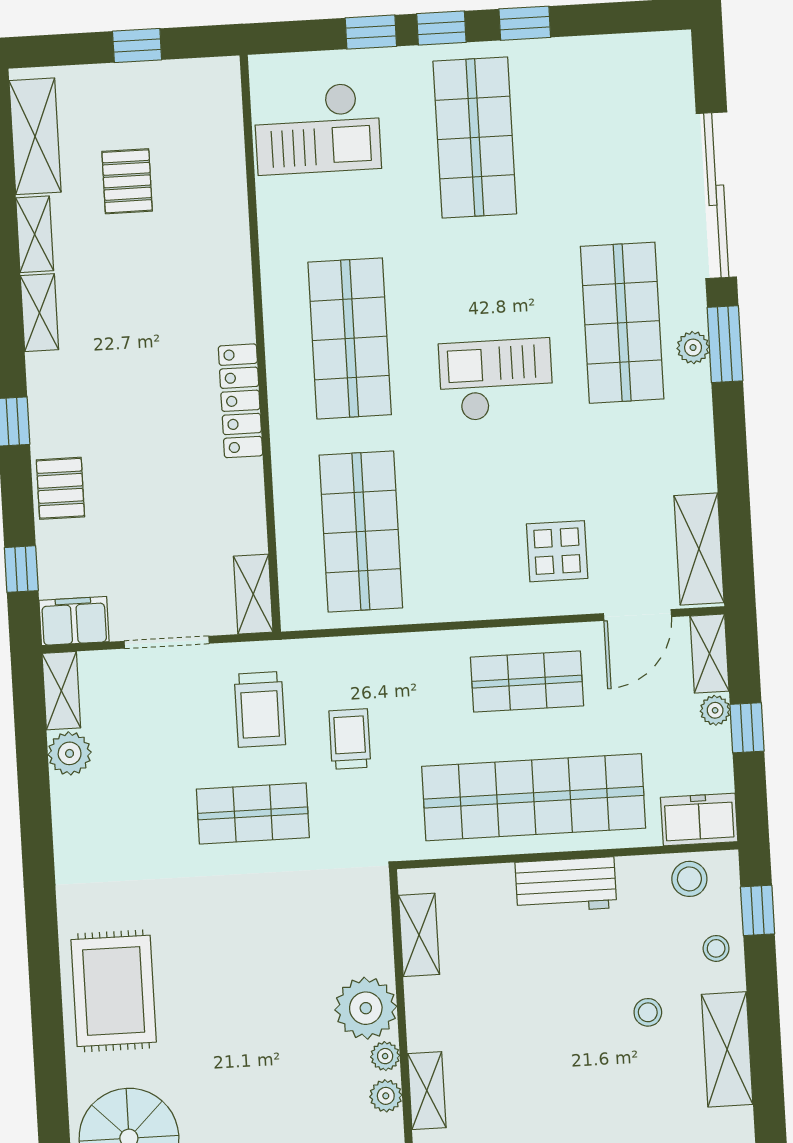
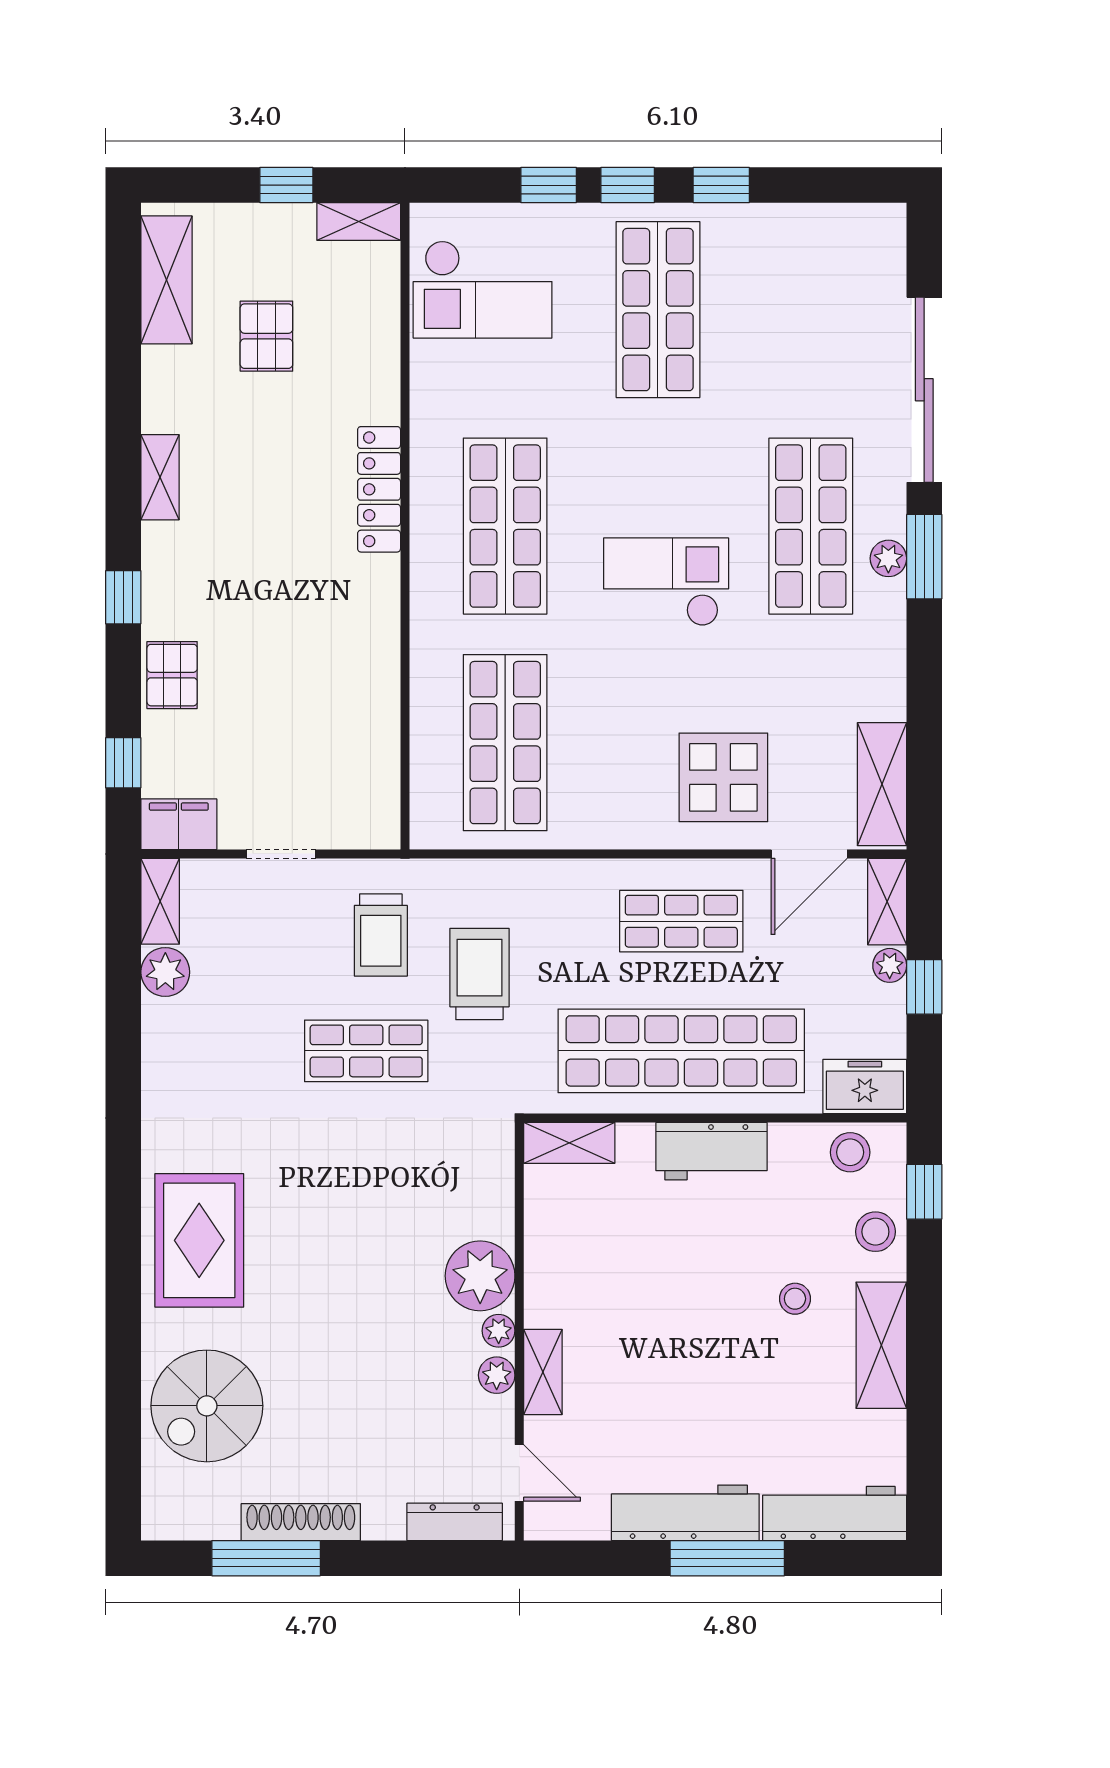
shelving: (35, 234) -> (359, 221), moved, turned 90
locker: (240, 401) -> (379, 489), moved
display table: (557, 551) -> (723, 777), width x1.36, depth x1.36
shelving: (253, 594) -> (381, 806), removed
doorway: (167, 642) -> (281, 854), width x0.73
trolley: (350, 739) -> (479, 974), width x1.36, depth x1.39
shelving: (419, 935) -> (569, 1143), moved, turned 90
stool: (716, 948) -> (875, 1232), width x1.37, depth x1.37

